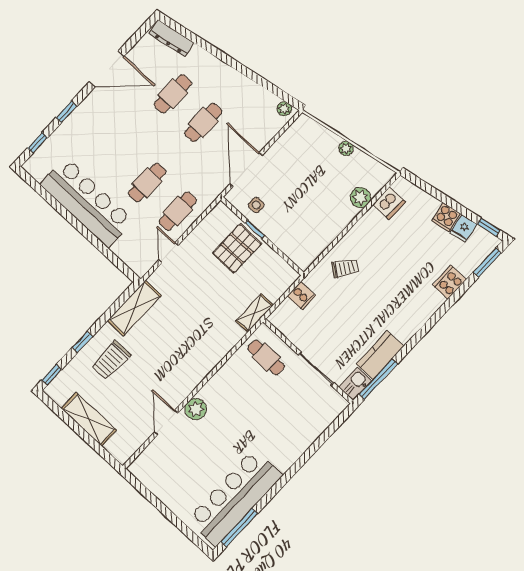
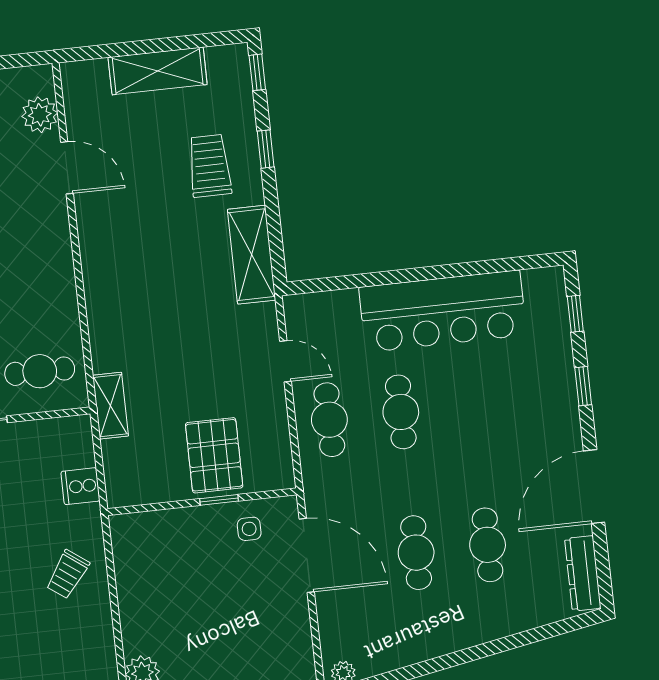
dresser: (172, 38) -> (583, 573), moved, turned -80
plant: (196, 409) -> (40, 115), moved

